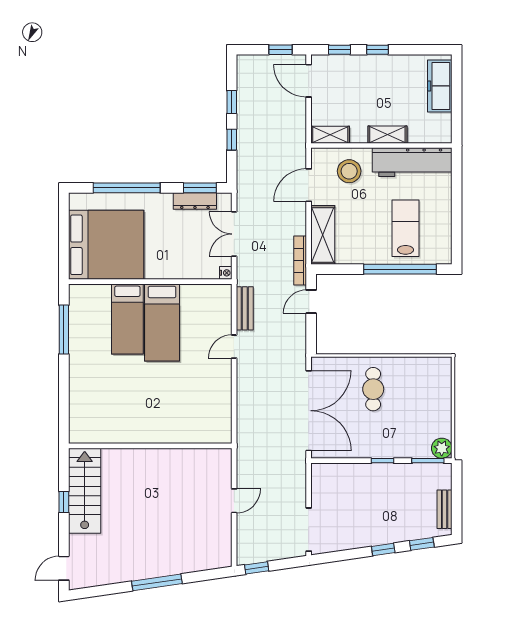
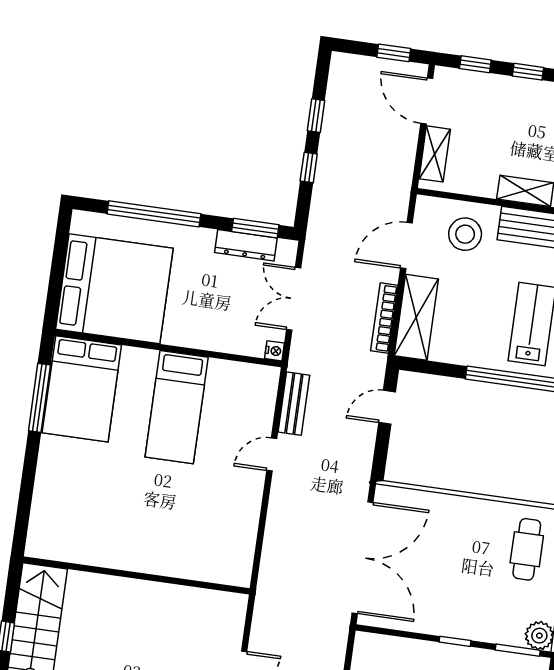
shelving: (330, 135) -> (435, 154), moved, turned 90
bookcase: (300, 261) -> (384, 318), moved
bed: (127, 319) -> (82, 389), moved, width x1.50
cafe table: (373, 389) -> (527, 549), moved

